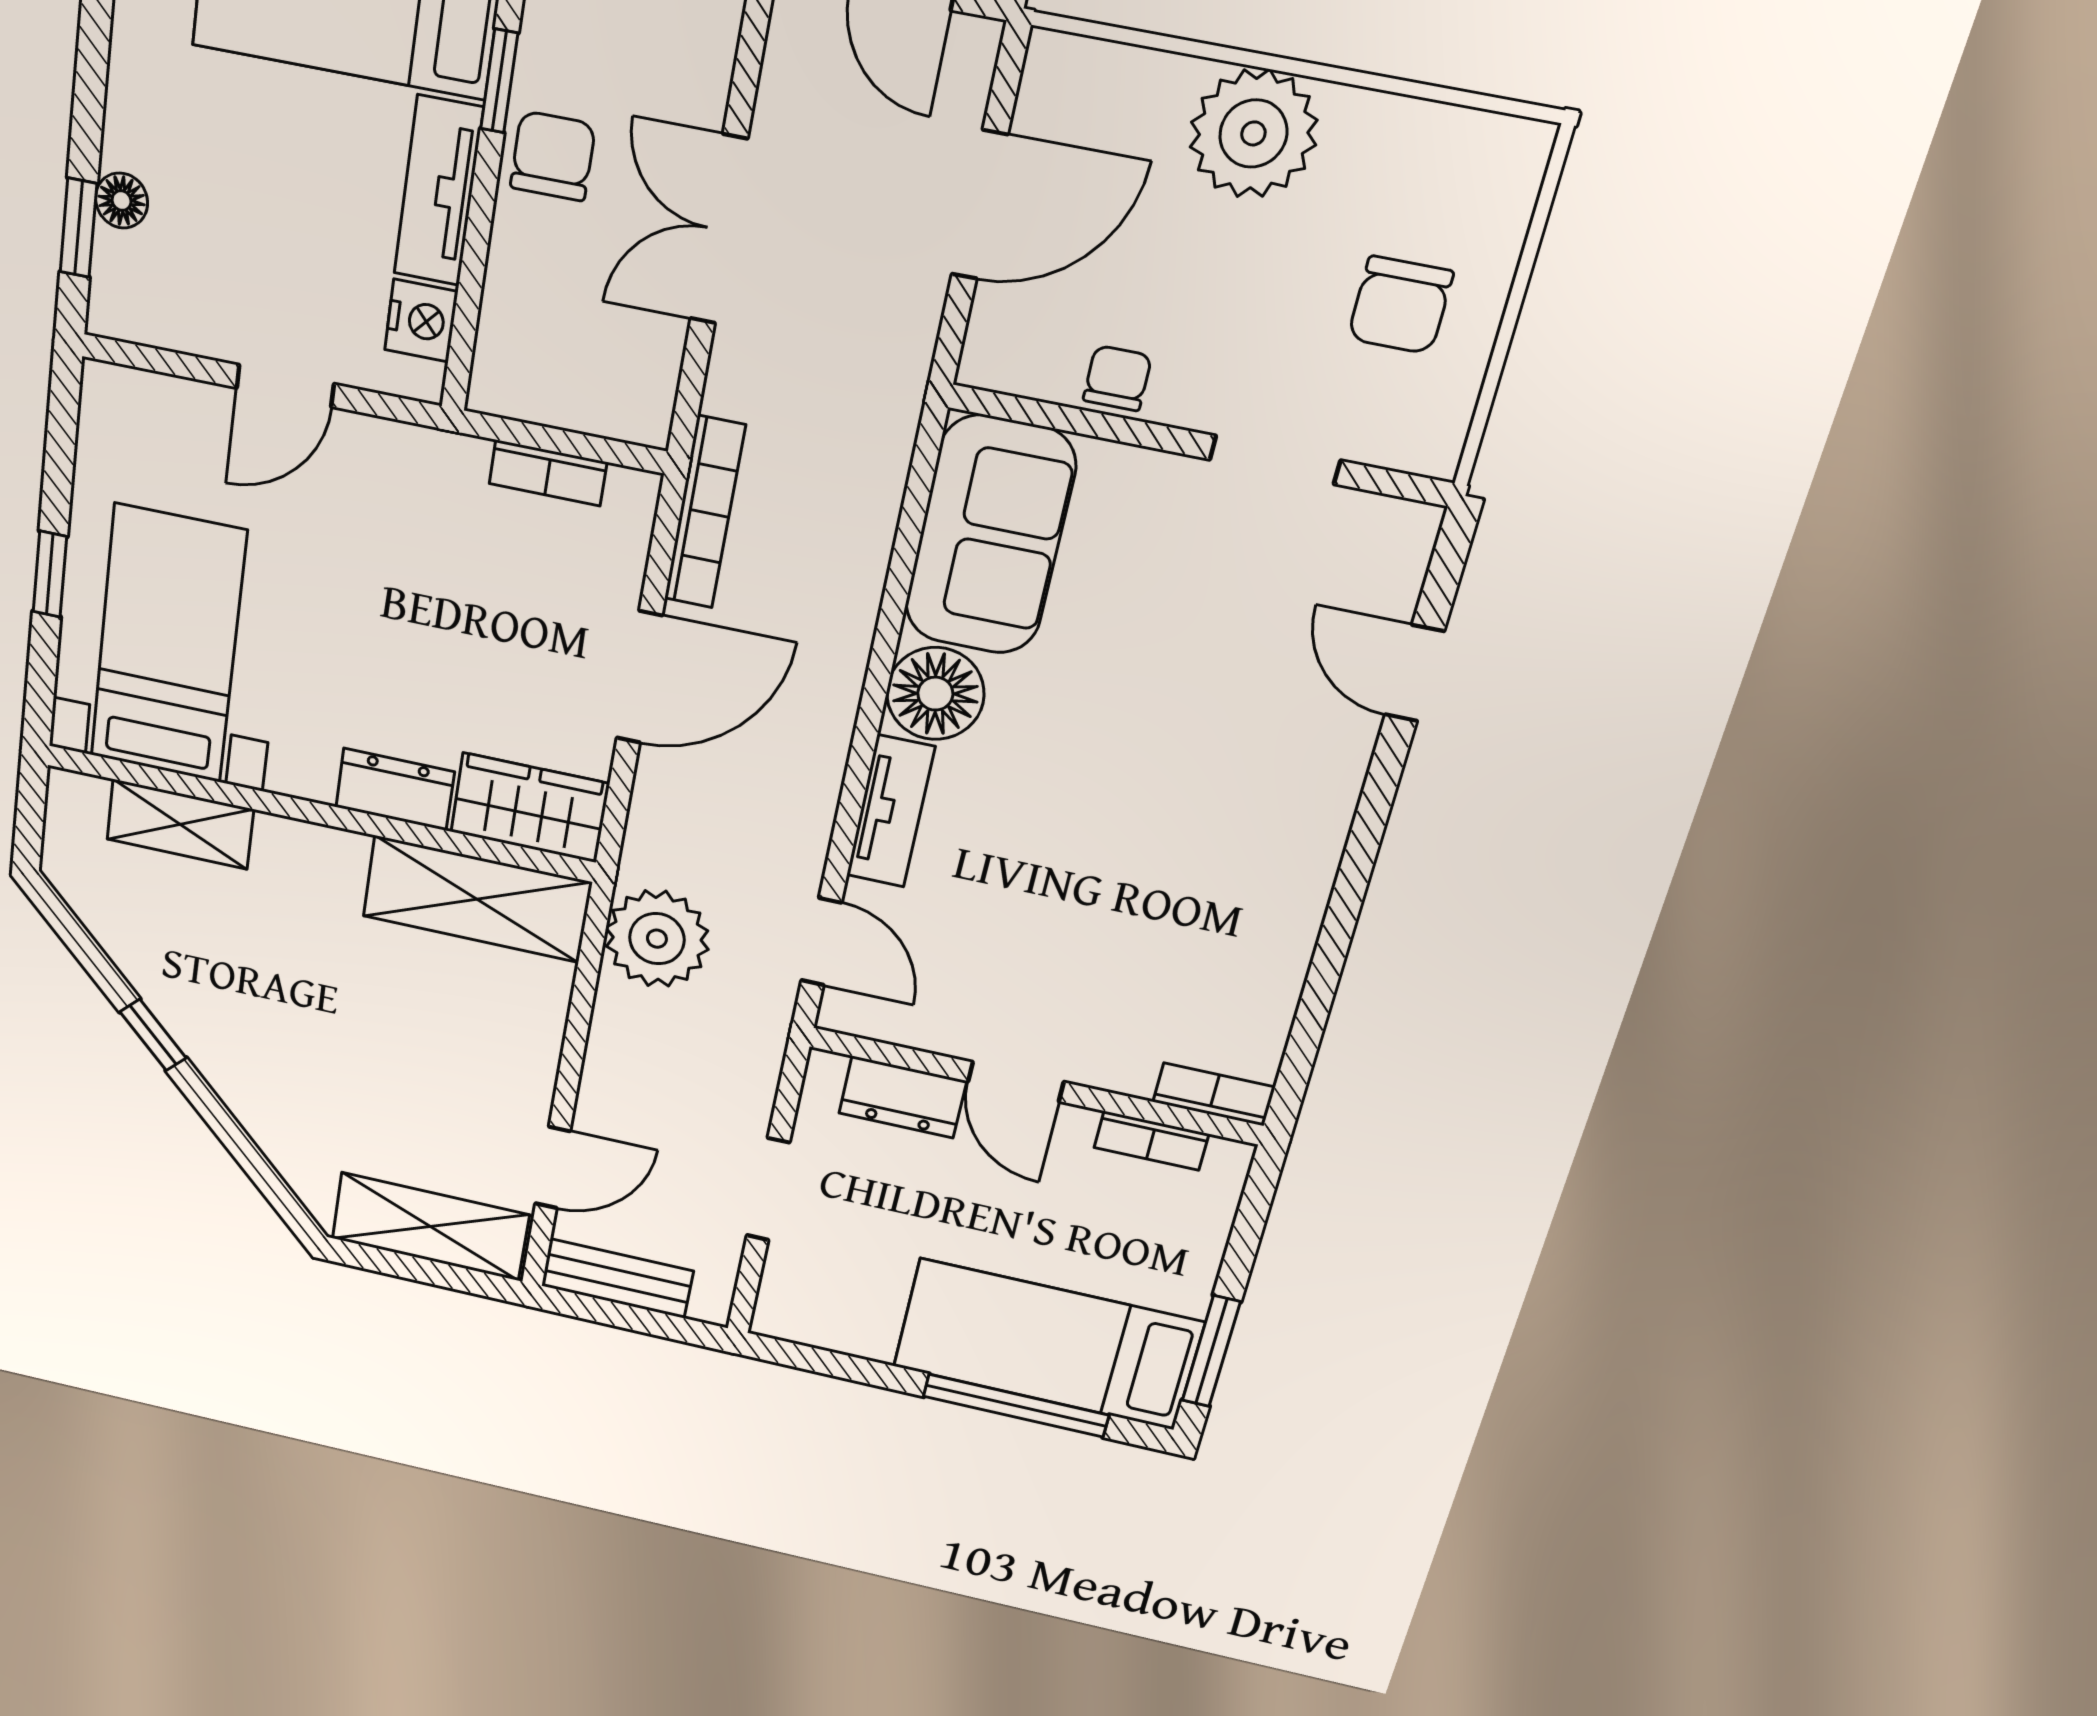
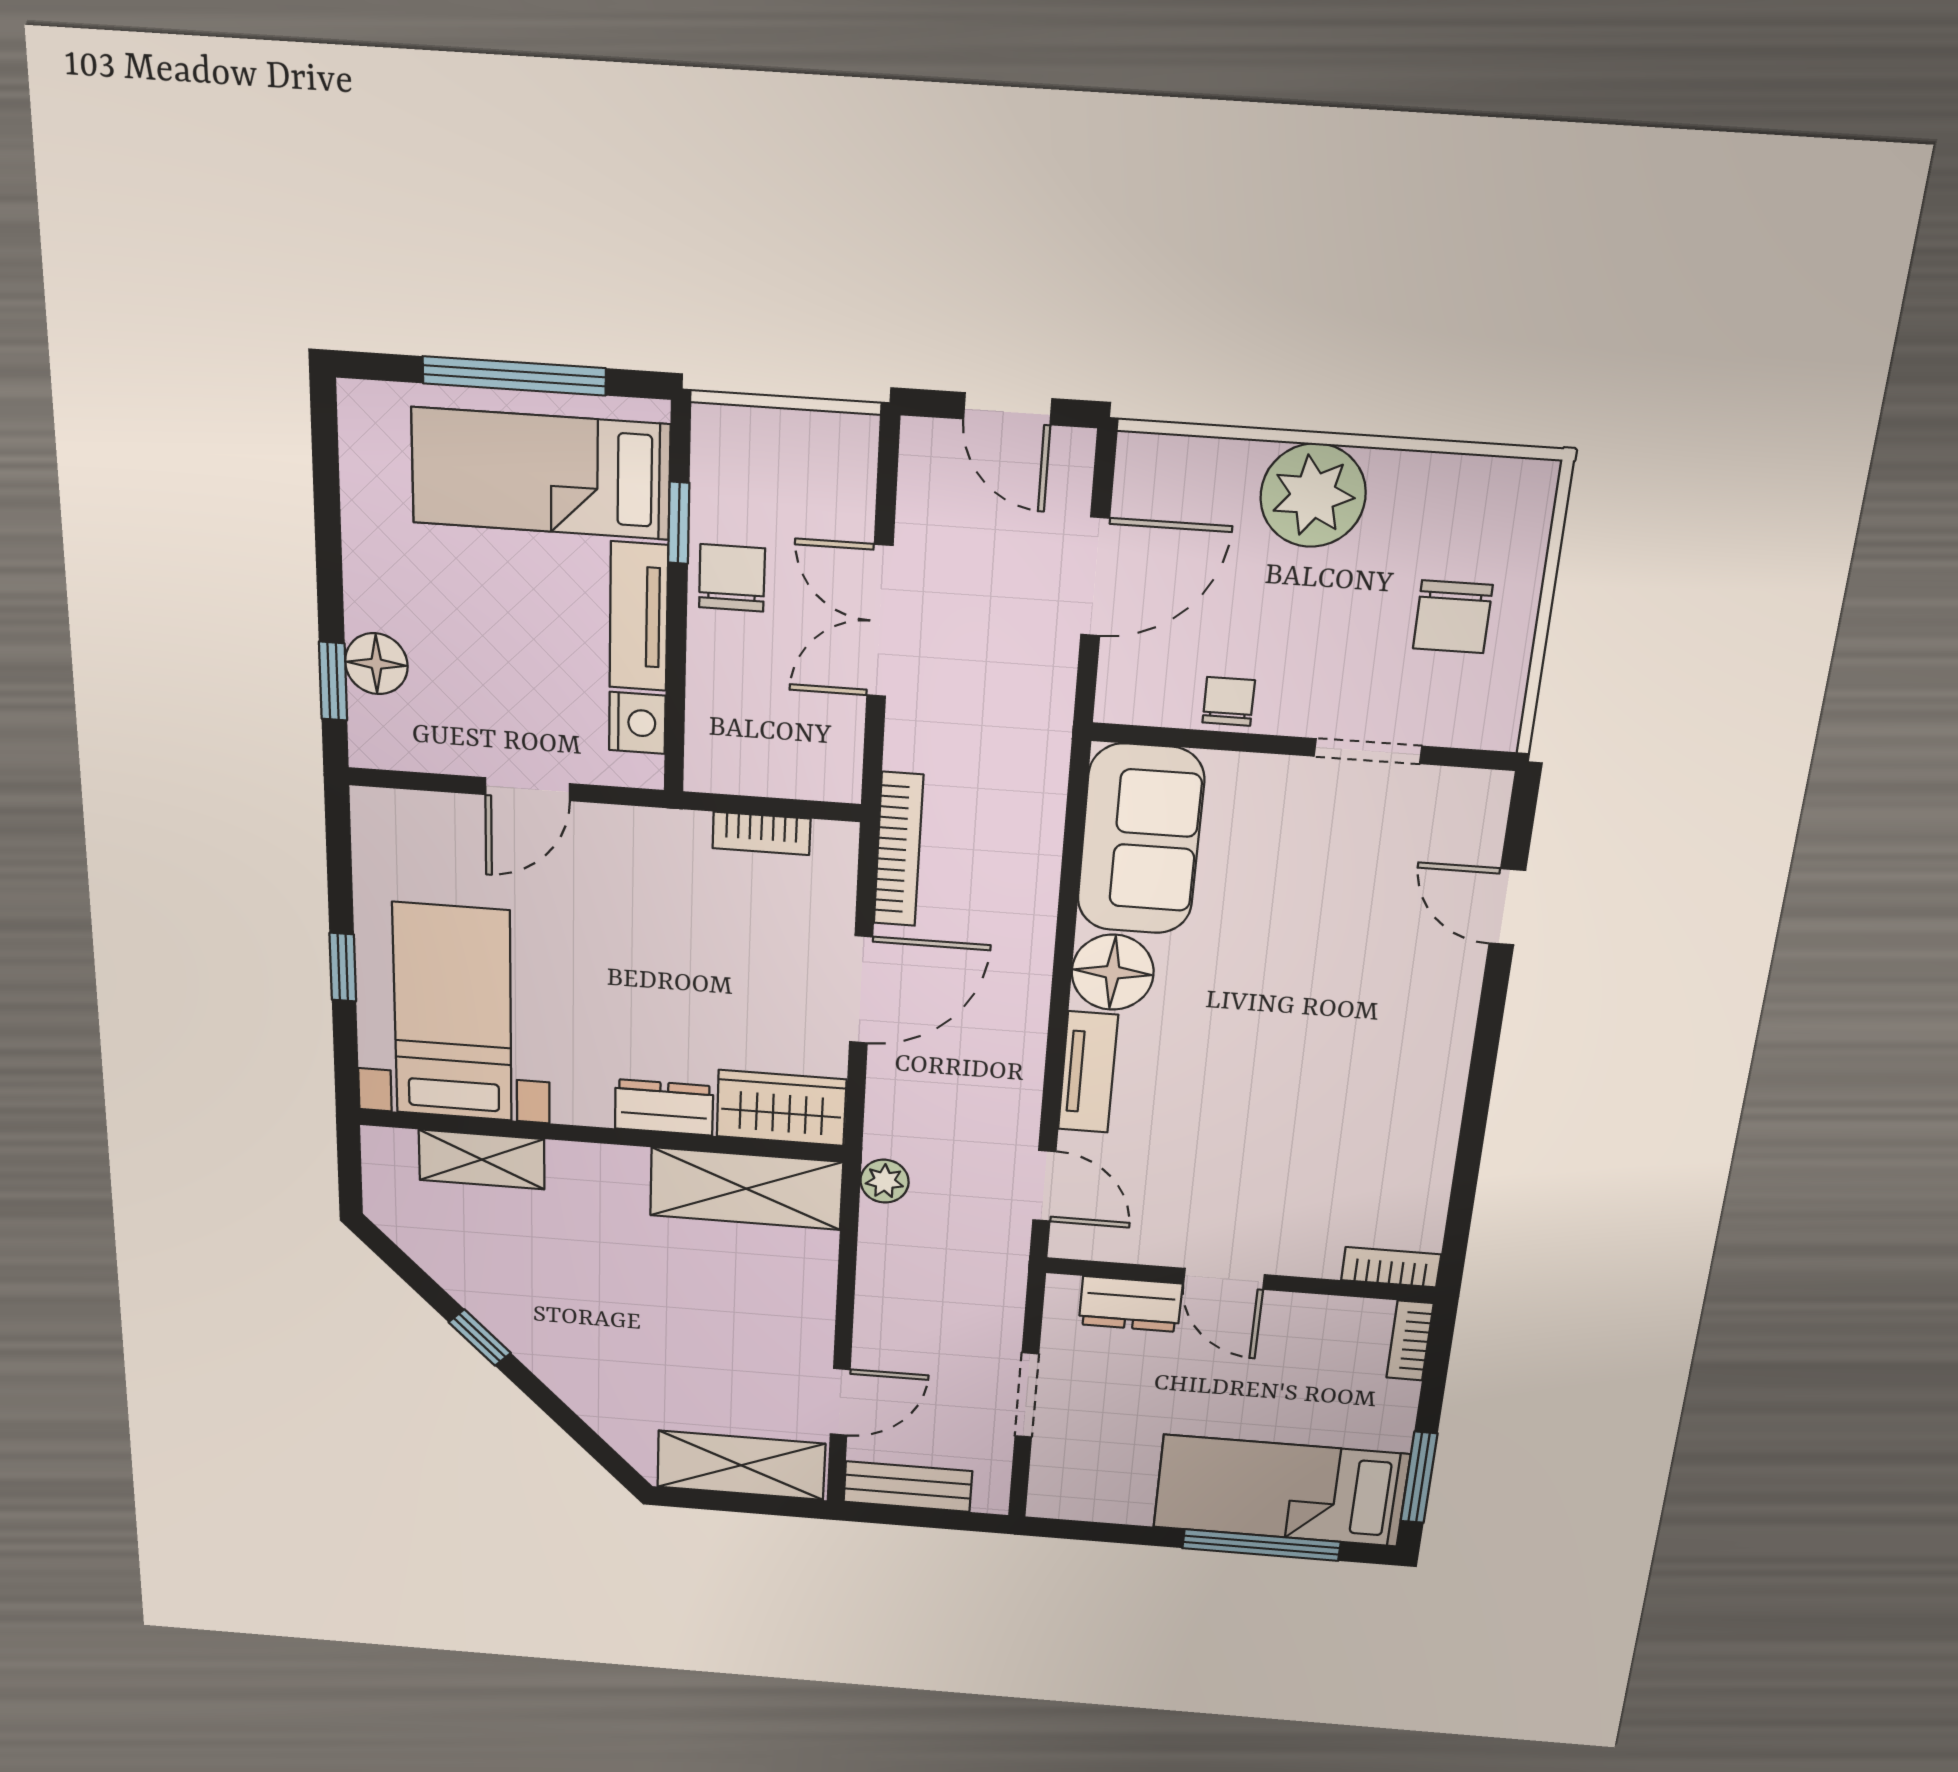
floor lamp: (122, 201) -> (376, 664), width x1.37, depth x1.37
plant: (657, 939) -> (885, 1181), width x0.53, depth x0.53
bookcase: (1151, 1141) -> (1410, 1341), moved, turned 90

